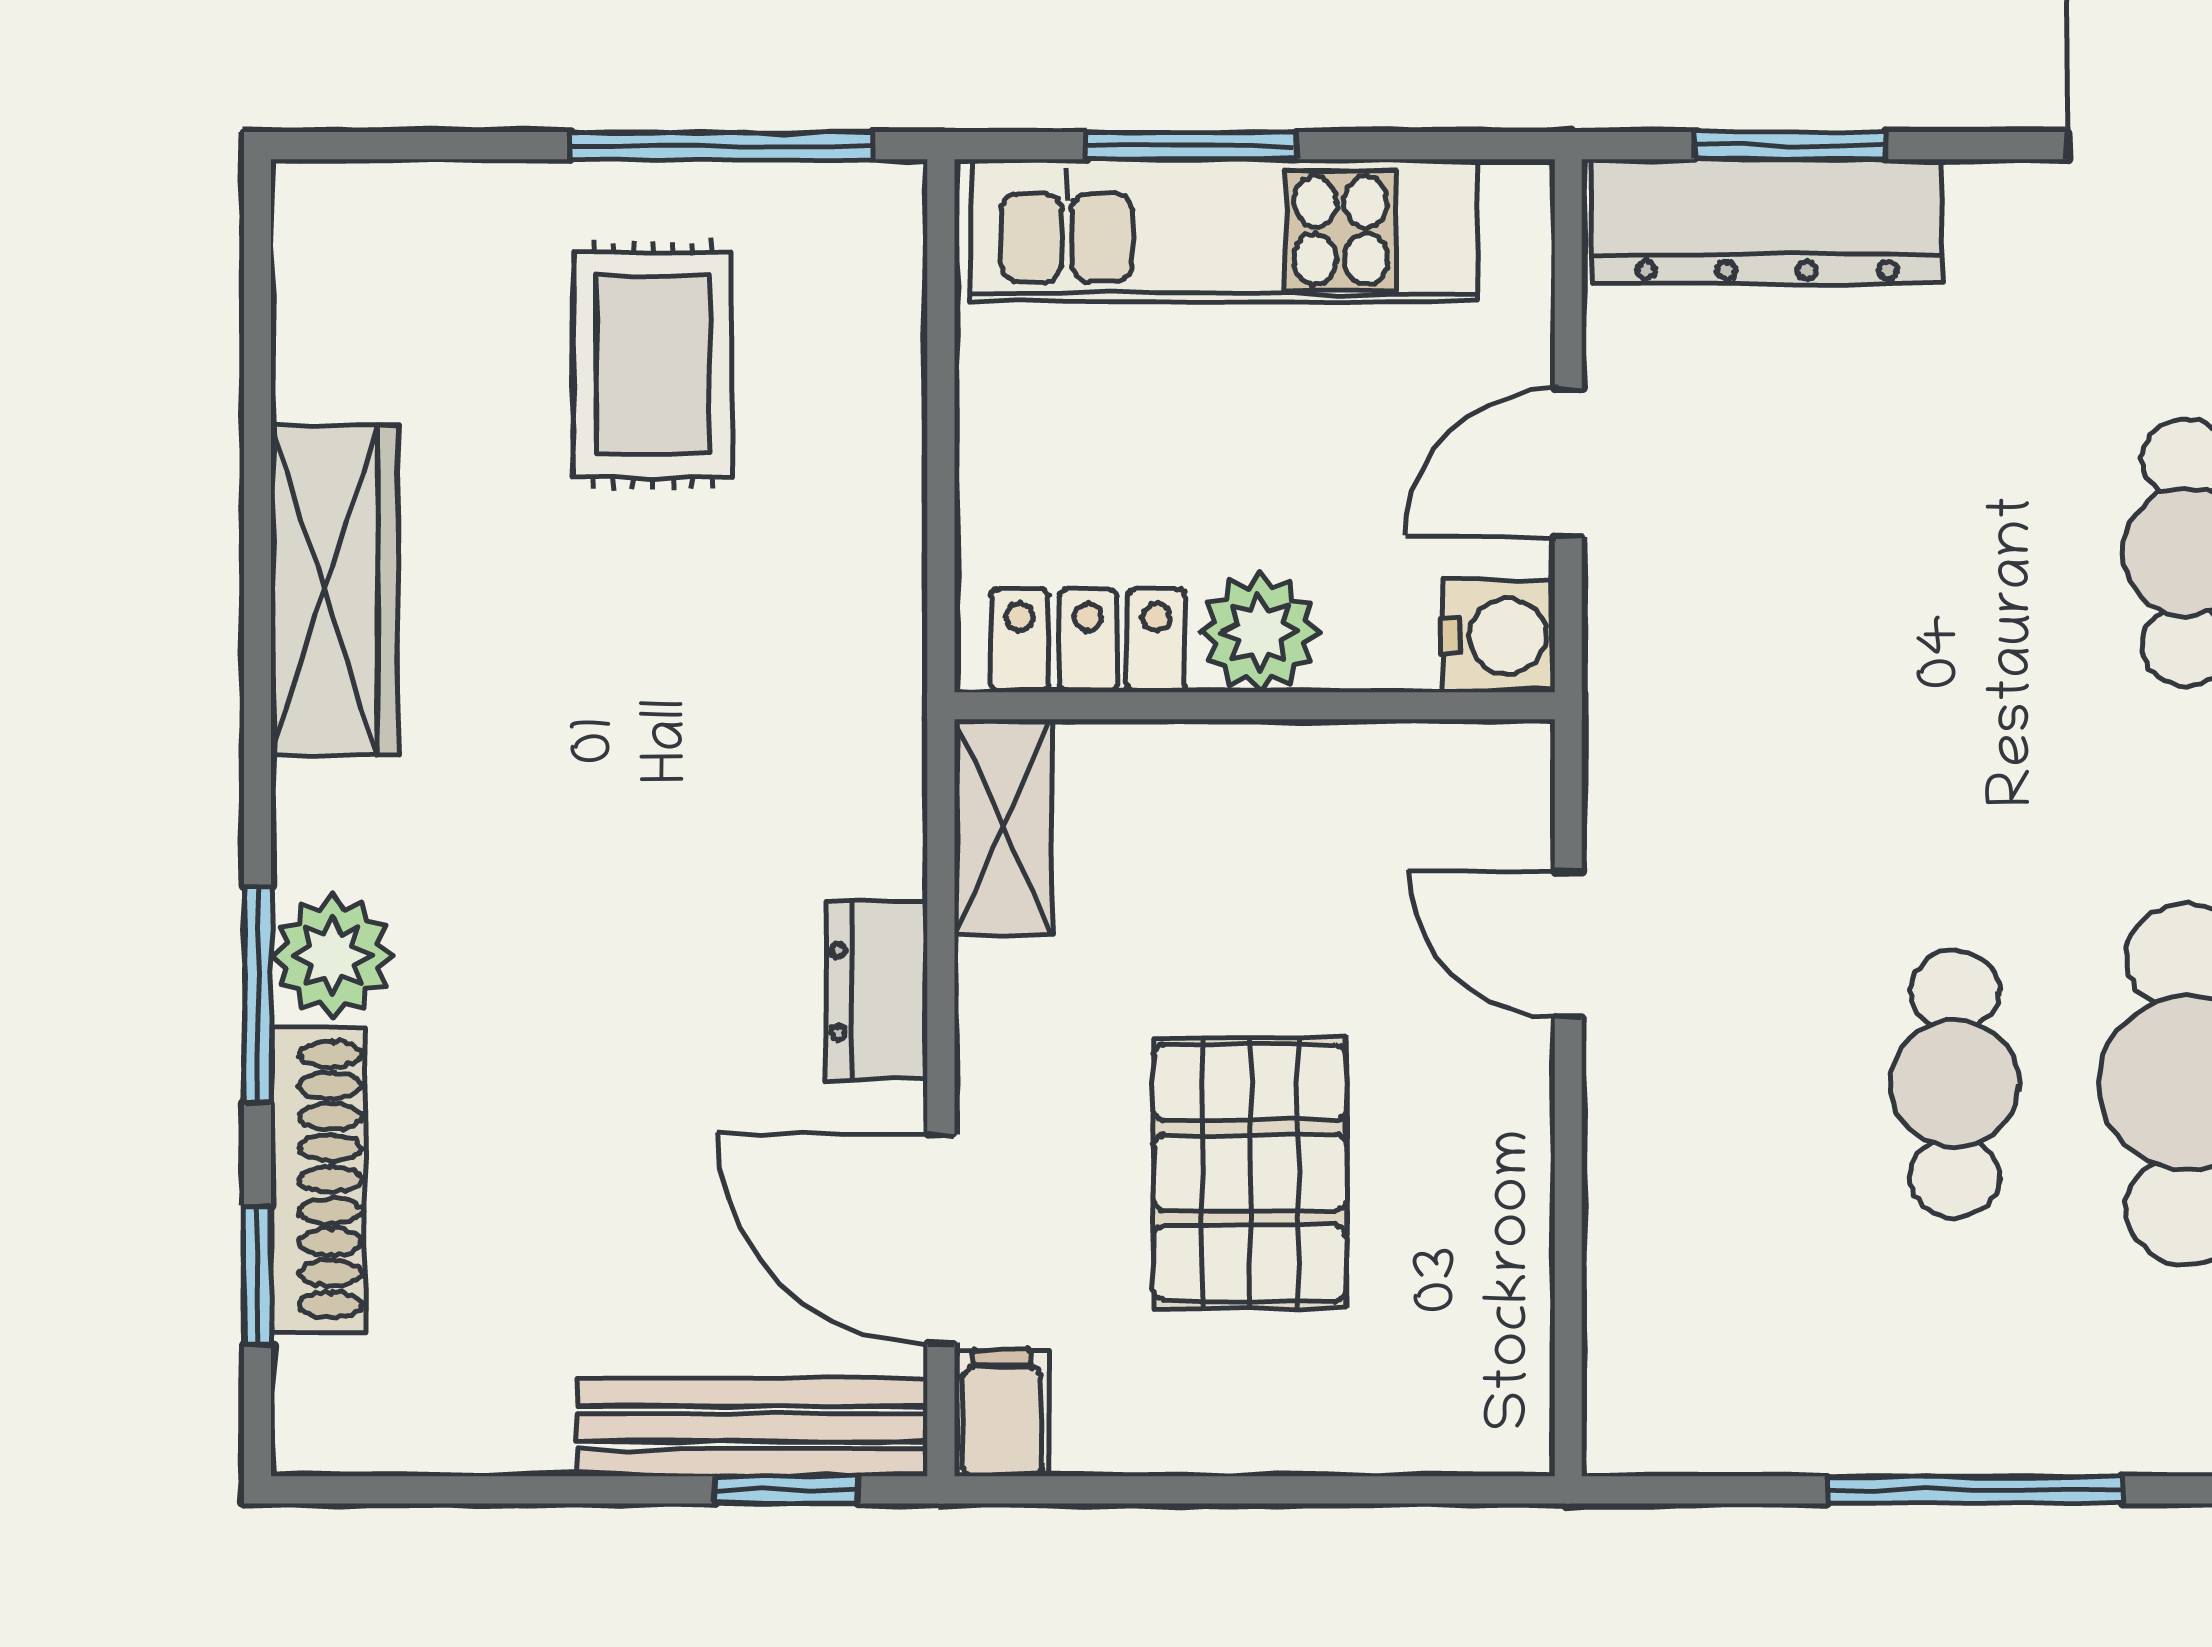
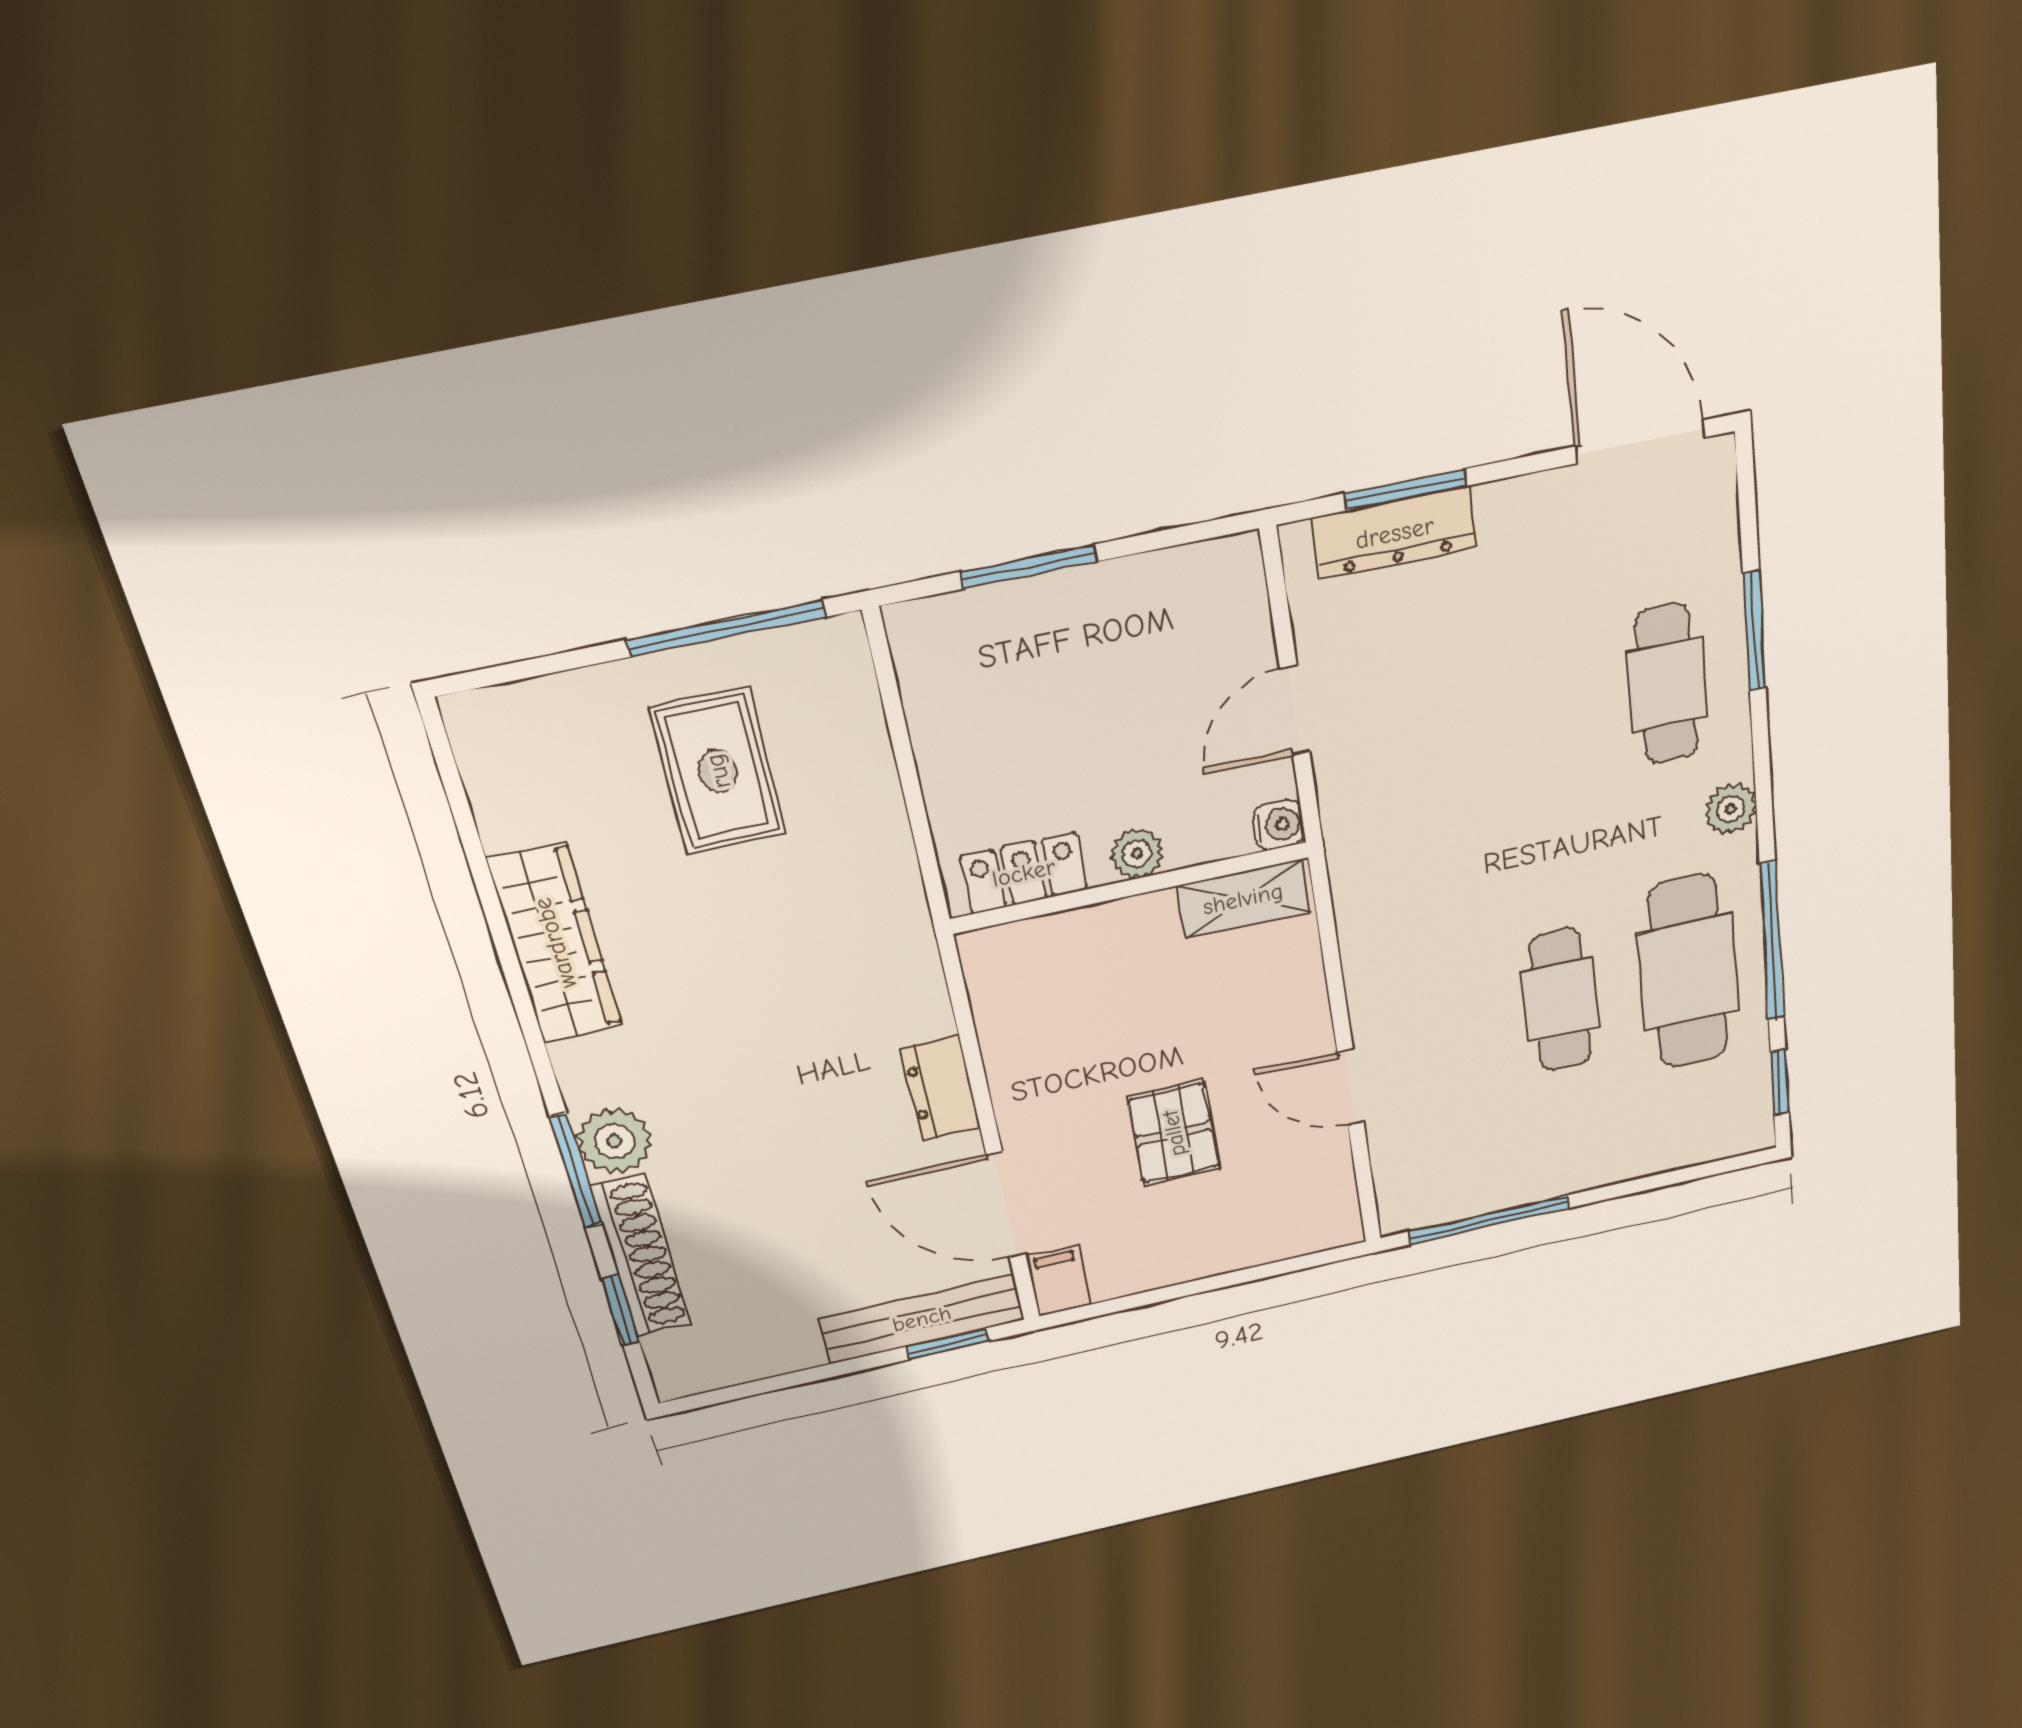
dresser: (1767, 221) -> (1395, 533), width x0.73, depth x0.80
kitchen unit: (1224, 230) -> (1059, 615), removed
plant: (1259, 632) -> (1137, 853), width x0.73, depth x0.73
water cooler: (1498, 636) -> (1279, 825), width x0.72, depth x0.72
shelving: (1003, 827) -> (1243, 899), moved, turned 90
door: (1568, 944) -> (1351, 1087), moved
pallet: (1250, 1173) -> (1174, 1133), width x0.67, depth x0.71
window: (1975, 1490) -> (1490, 1220), moved

